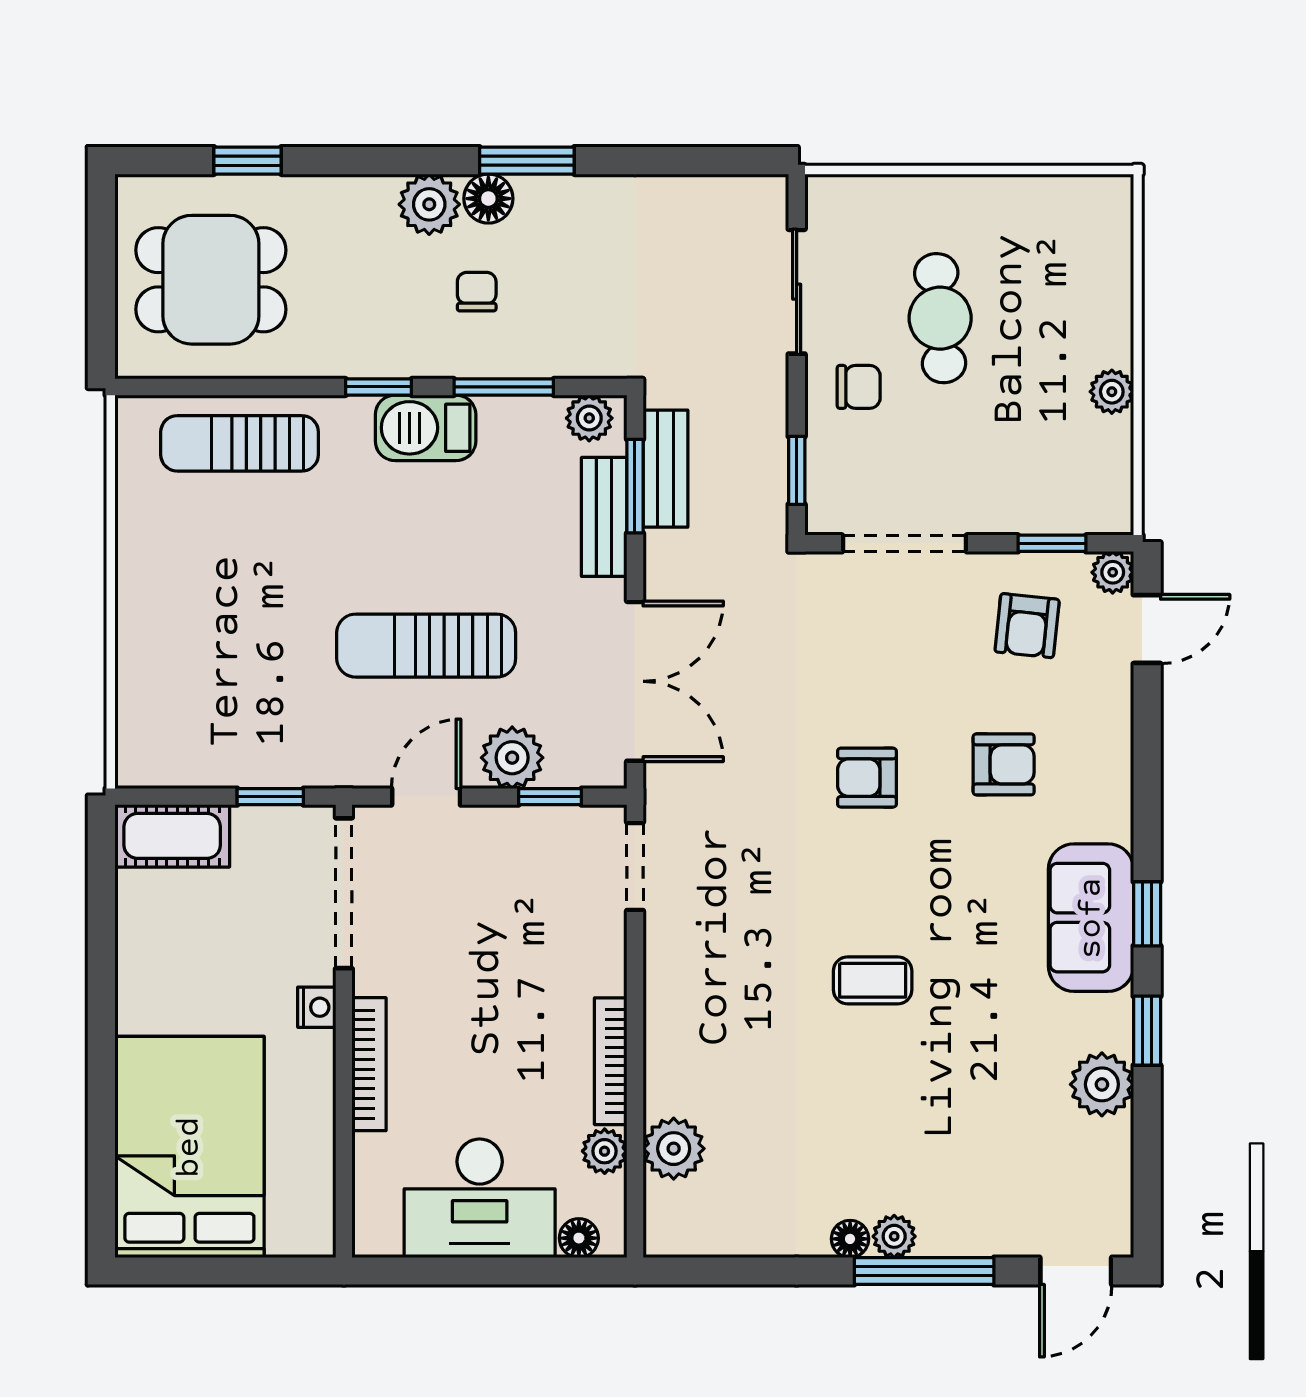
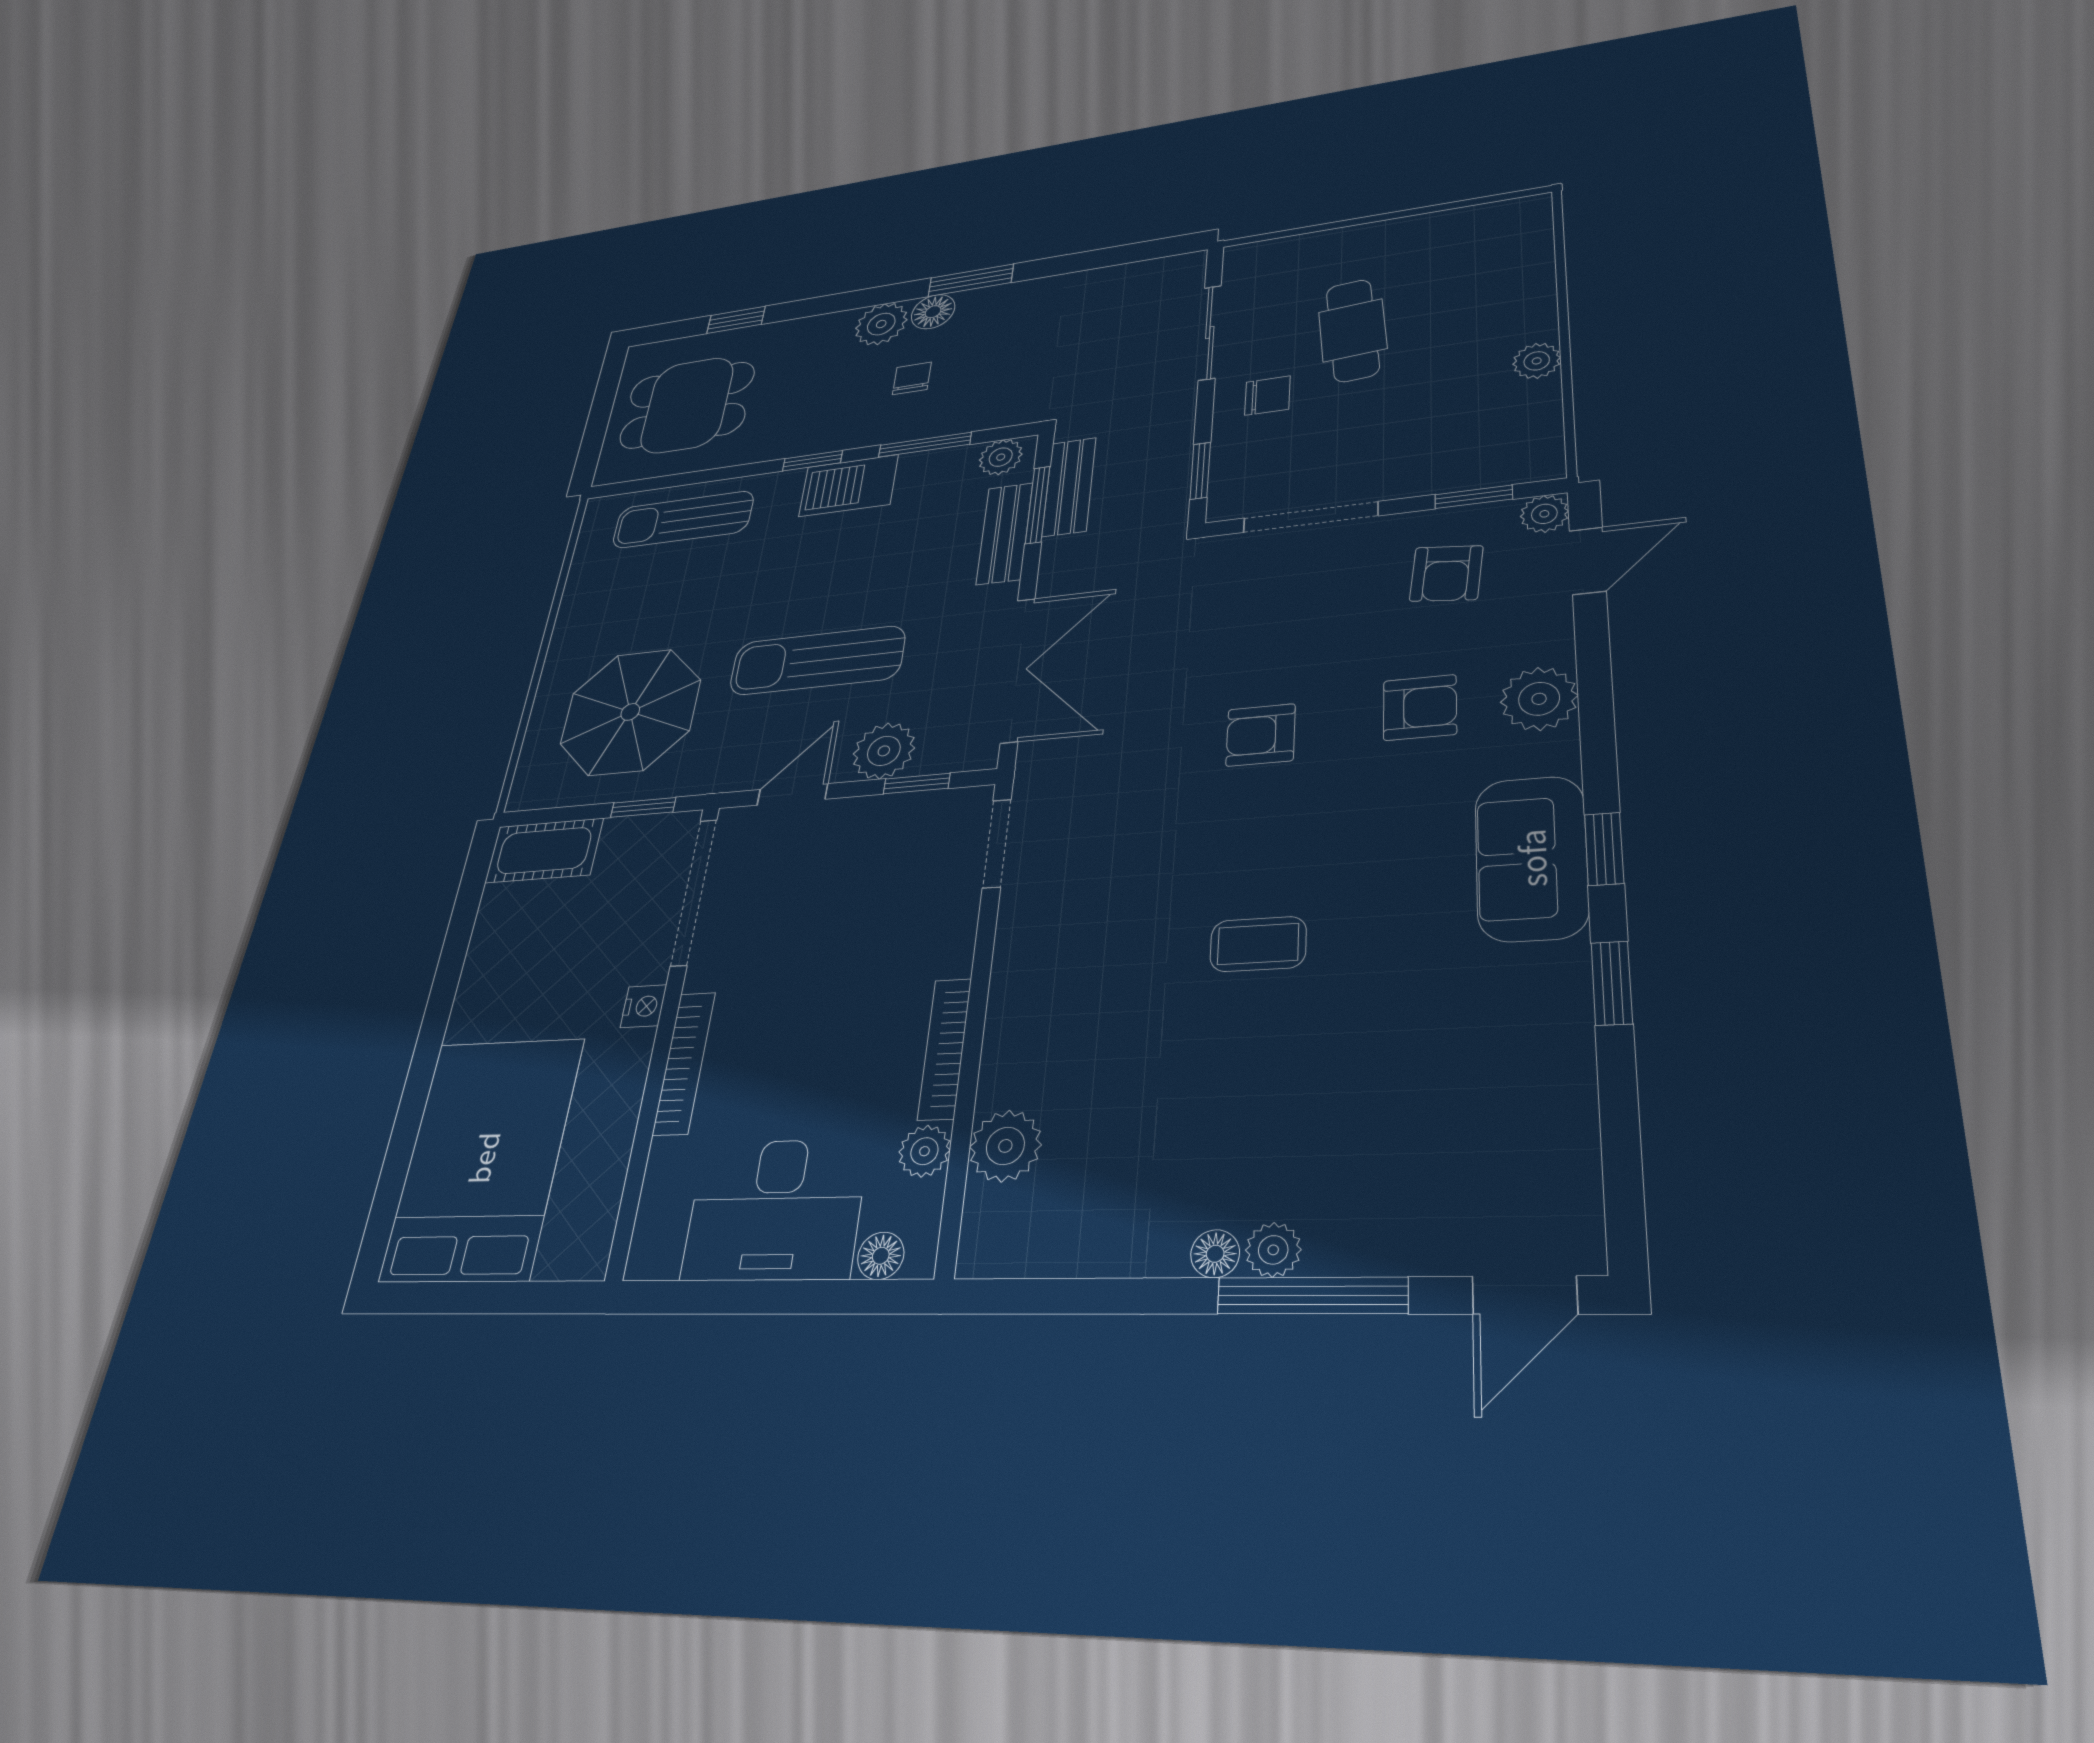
parasol: (231, 683) -> (630, 712), added
plant: (1102, 1084) -> (1539, 699), moved

